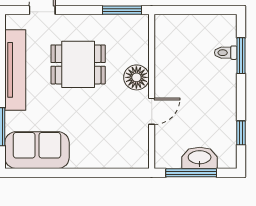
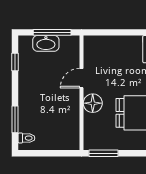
toilet: (226, 53) -> (26, 138), moved

